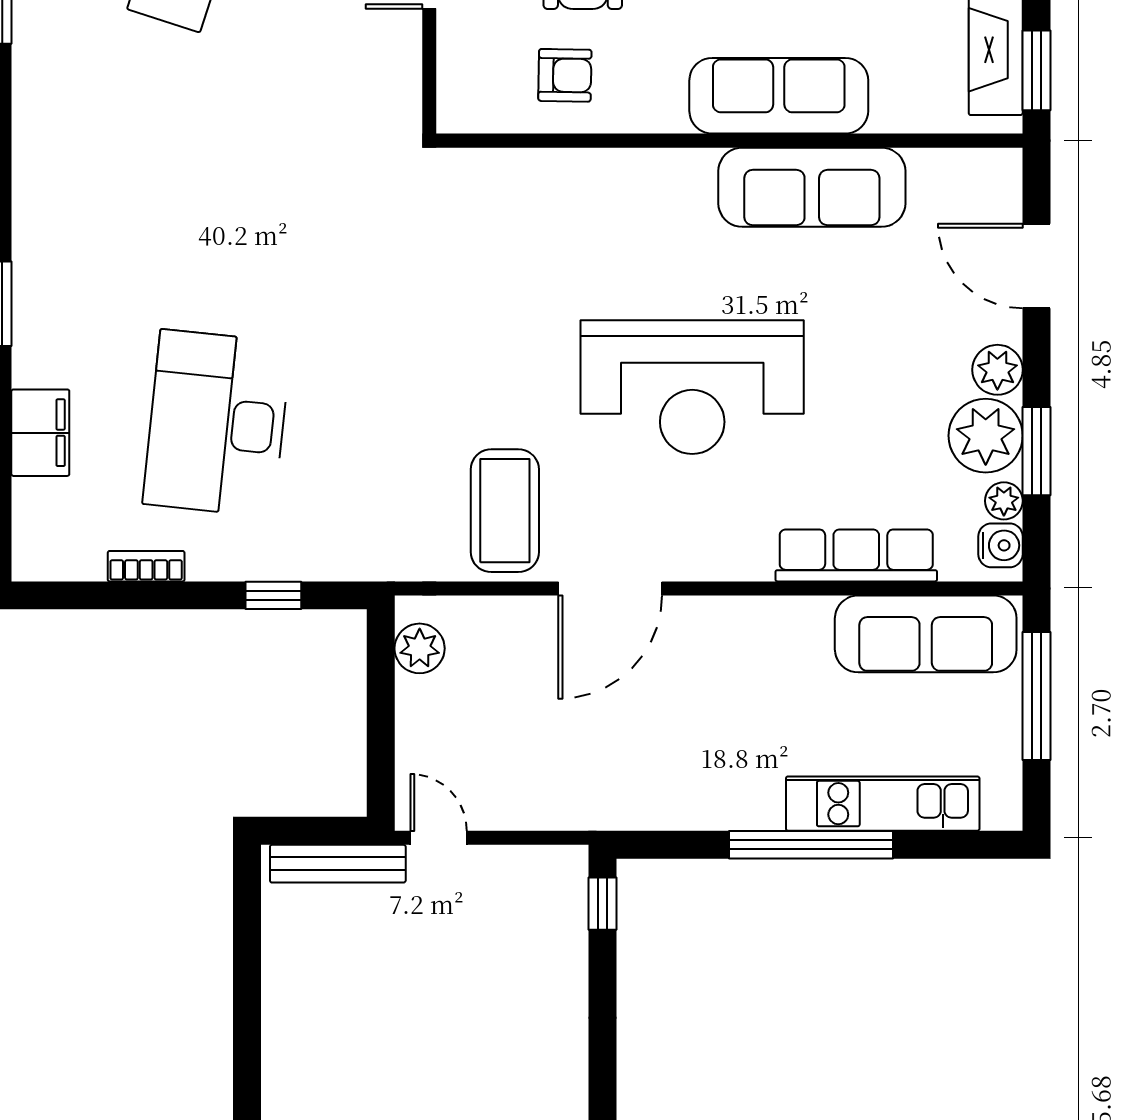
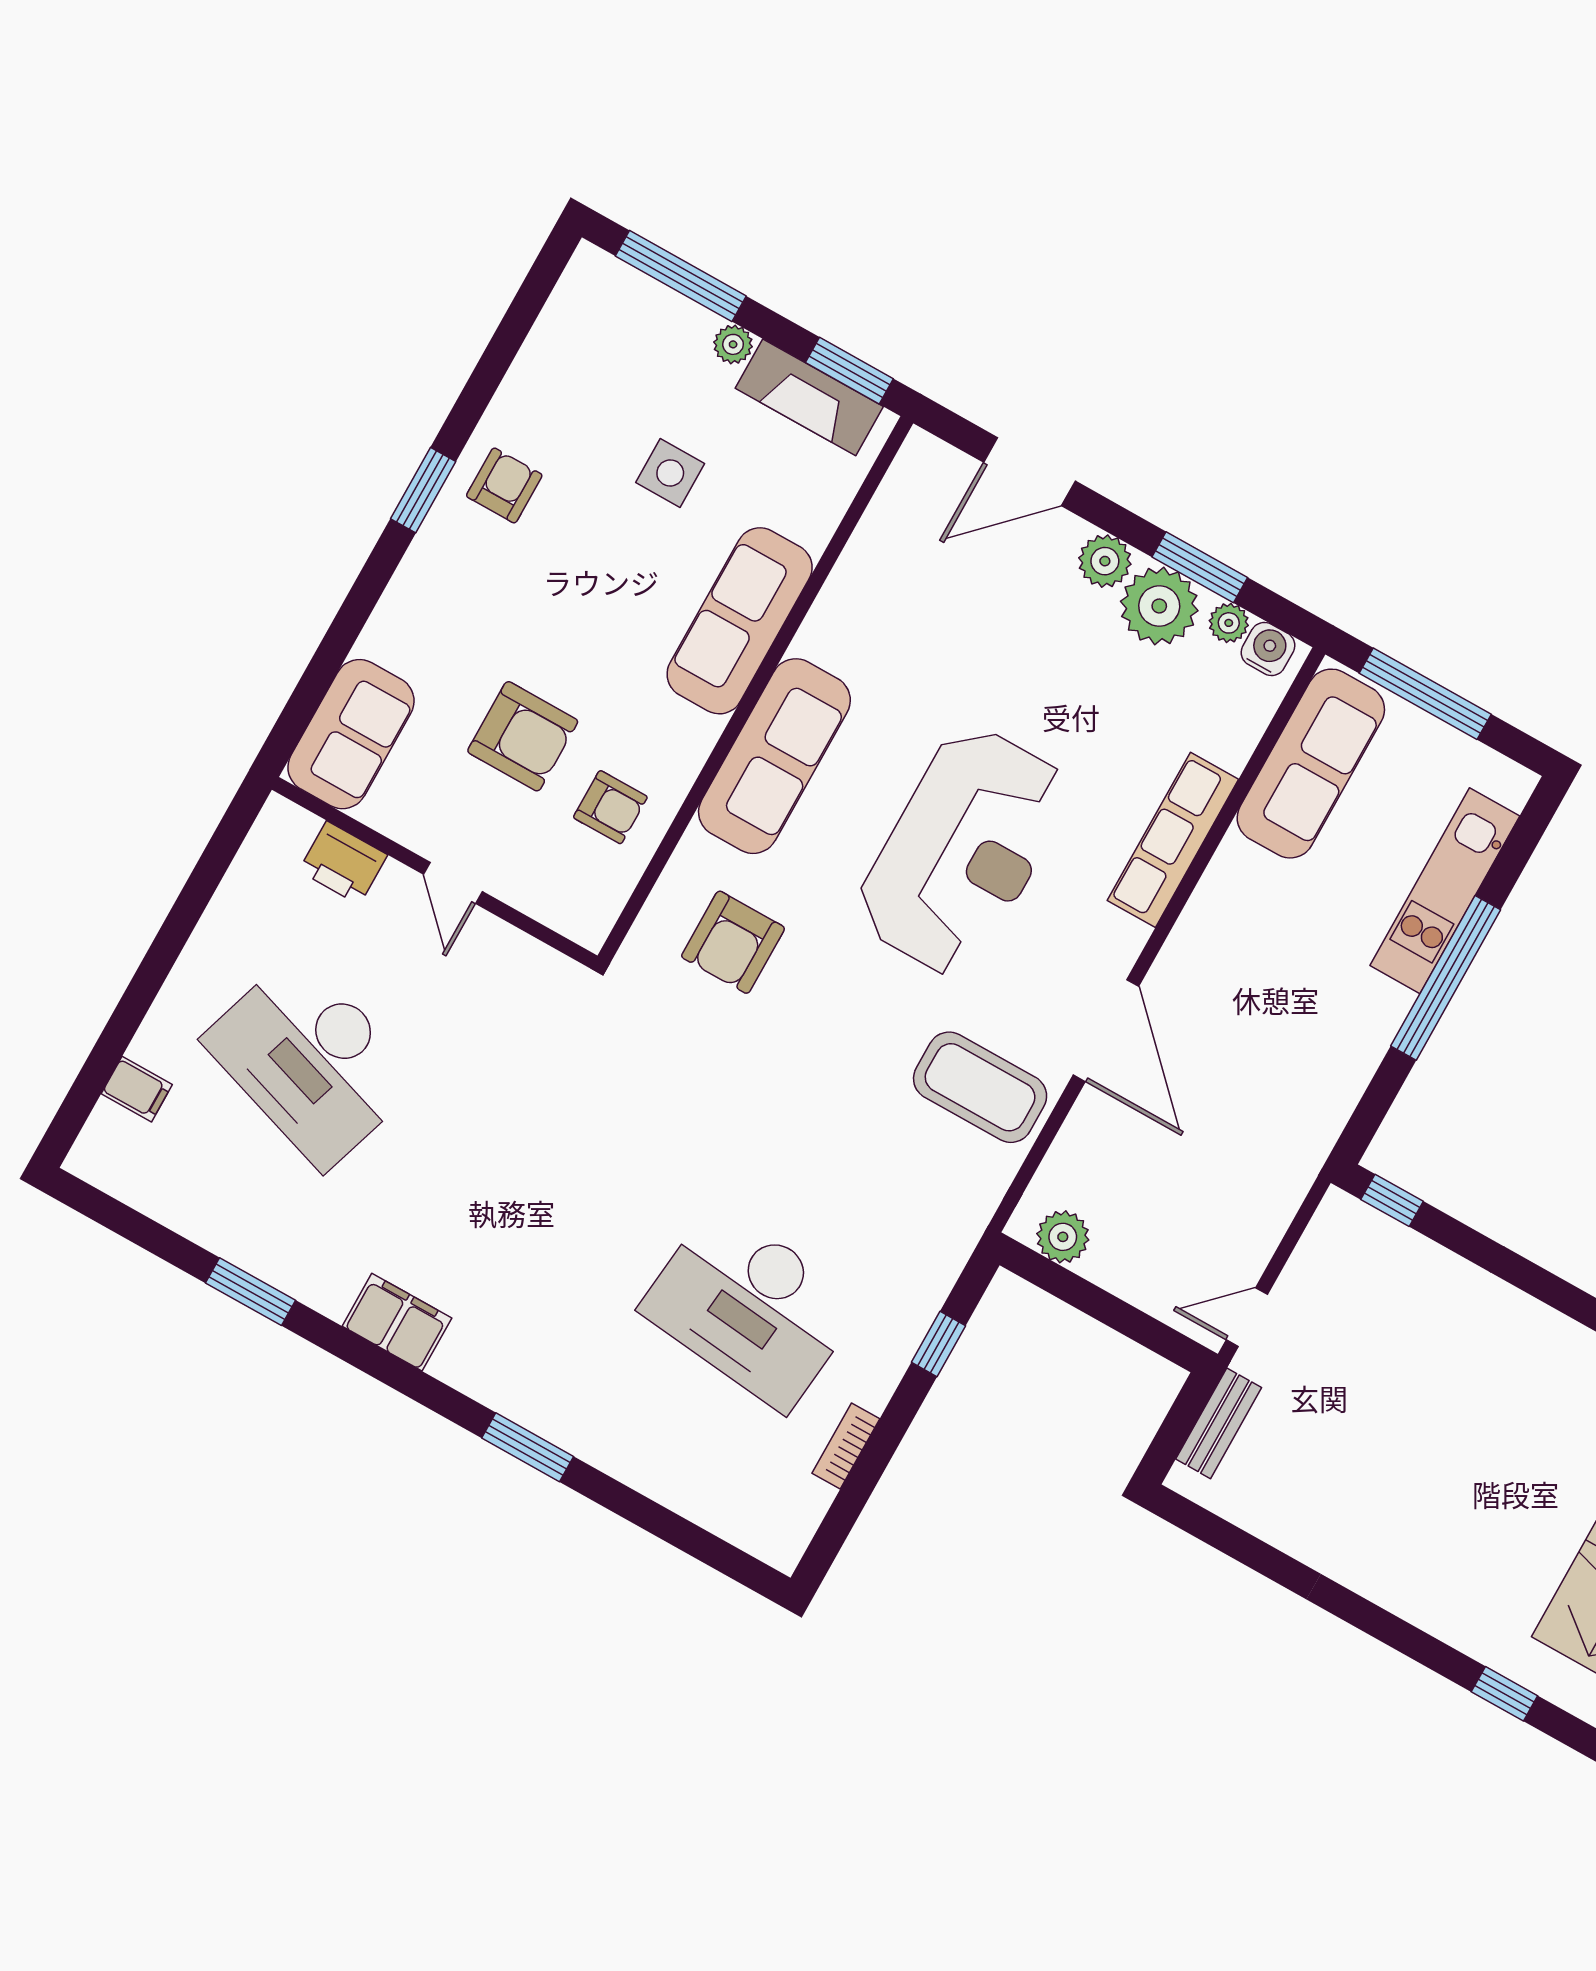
armchair: (565, 75) -> (610, 807), turned 89
sofa: (812, 187) -> (774, 756), moved
armchair: (510, 239) -> (733, 942), added
filing cabinet: (40, 433) -> (397, 1322), moved
row of seats: (856, 555) -> (1173, 840), moved
bench: (338, 864) -> (1219, 1423), width x0.73

